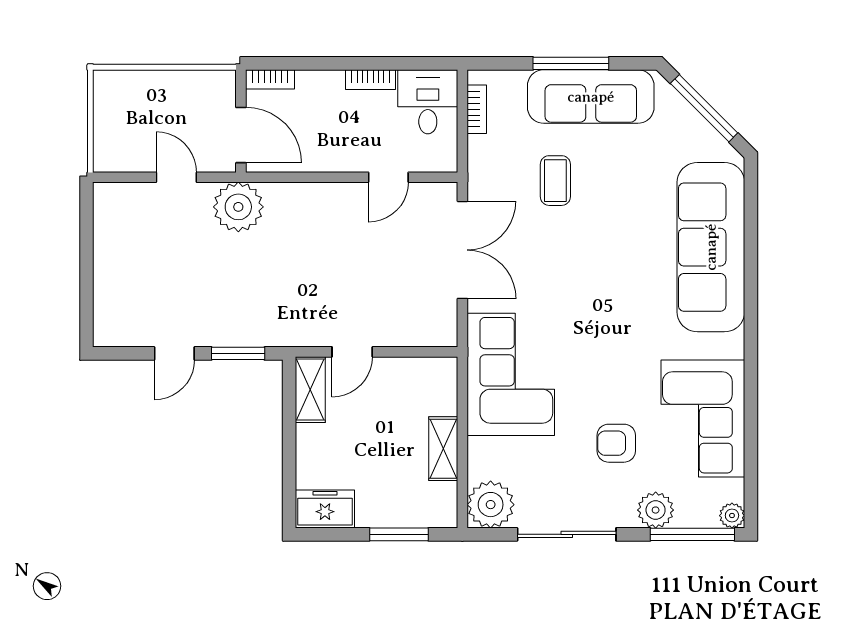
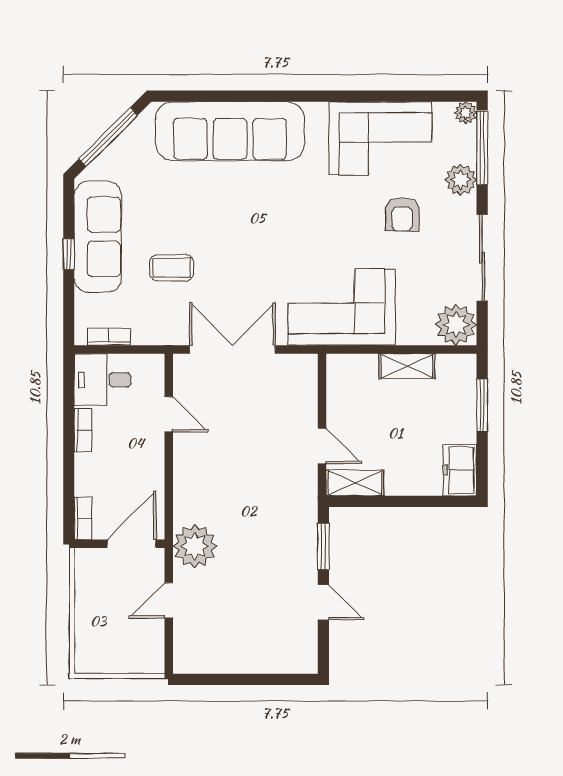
window: (571, 63) -> (69, 254), width x0.46

